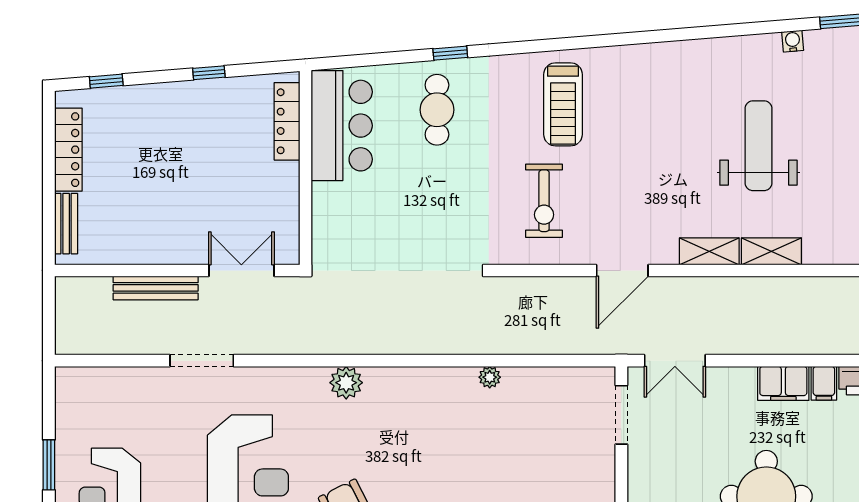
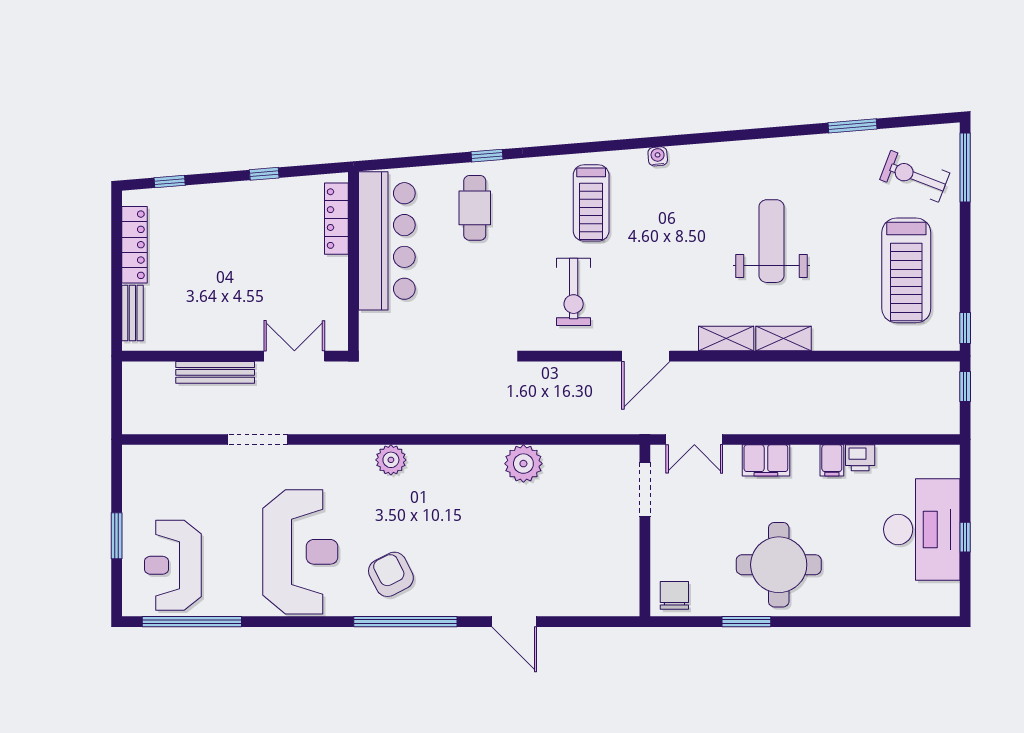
water cooler: (793, 41) -> (658, 156), moved
bar counter: (342, 126) -> (387, 241), width x1.36
plant: (490, 377) -> (523, 464), width x1.87, depth x1.87
filing cabinet: (783, 383) -> (766, 460), moved

